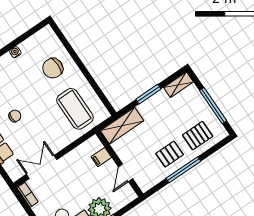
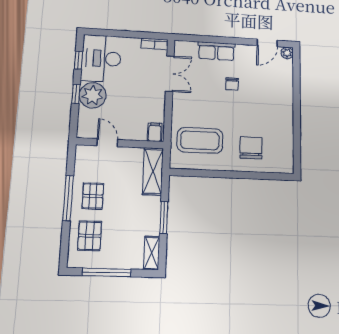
water cooler: (15, 52) -> (288, 126), removed
filing cabinet: (101, 157) -> (155, 132), moved

